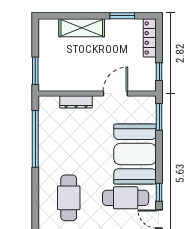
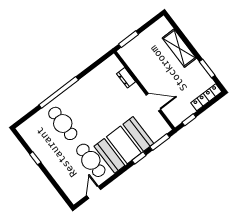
dresser: (76, 102) -> (126, 78), width x0.70
window: (35, 139) -> (59, 92), moved
window: (159, 192) -> (139, 158), moved
cafe table: (69, 198) -> (63, 123), turned 90

